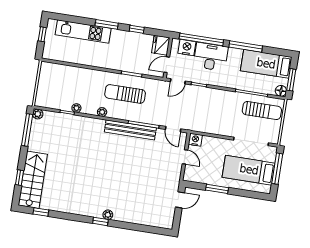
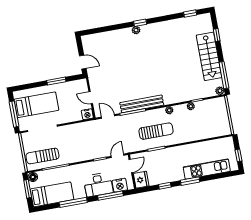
window: (201, 39) -> (110, 196), width x0.68
stairs: (33, 180) -> (209, 56), moved
door: (180, 200) -> (83, 62), swing flipped

